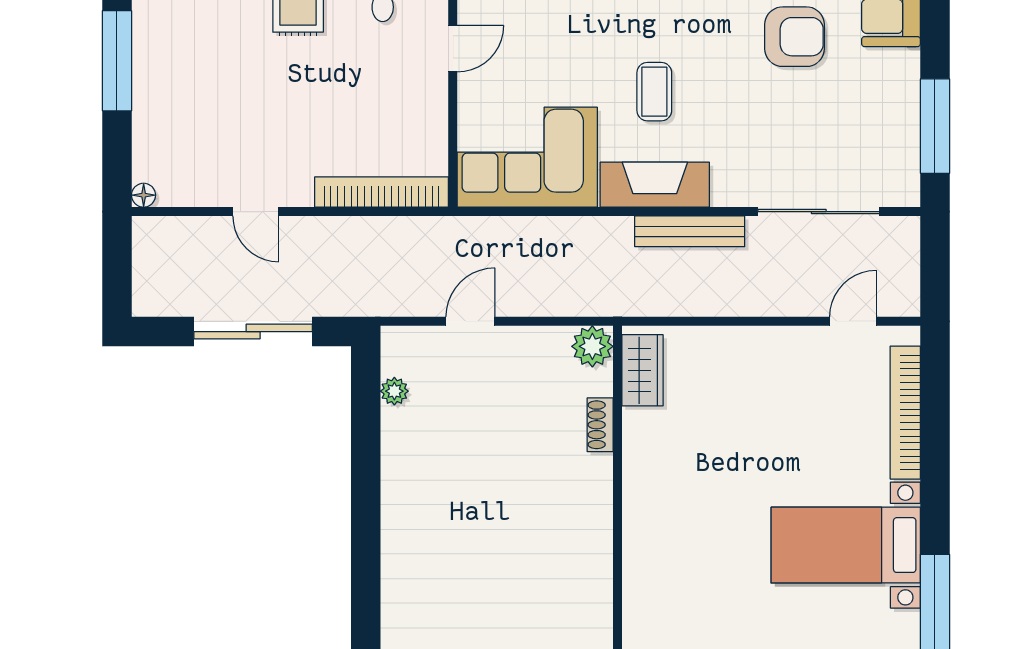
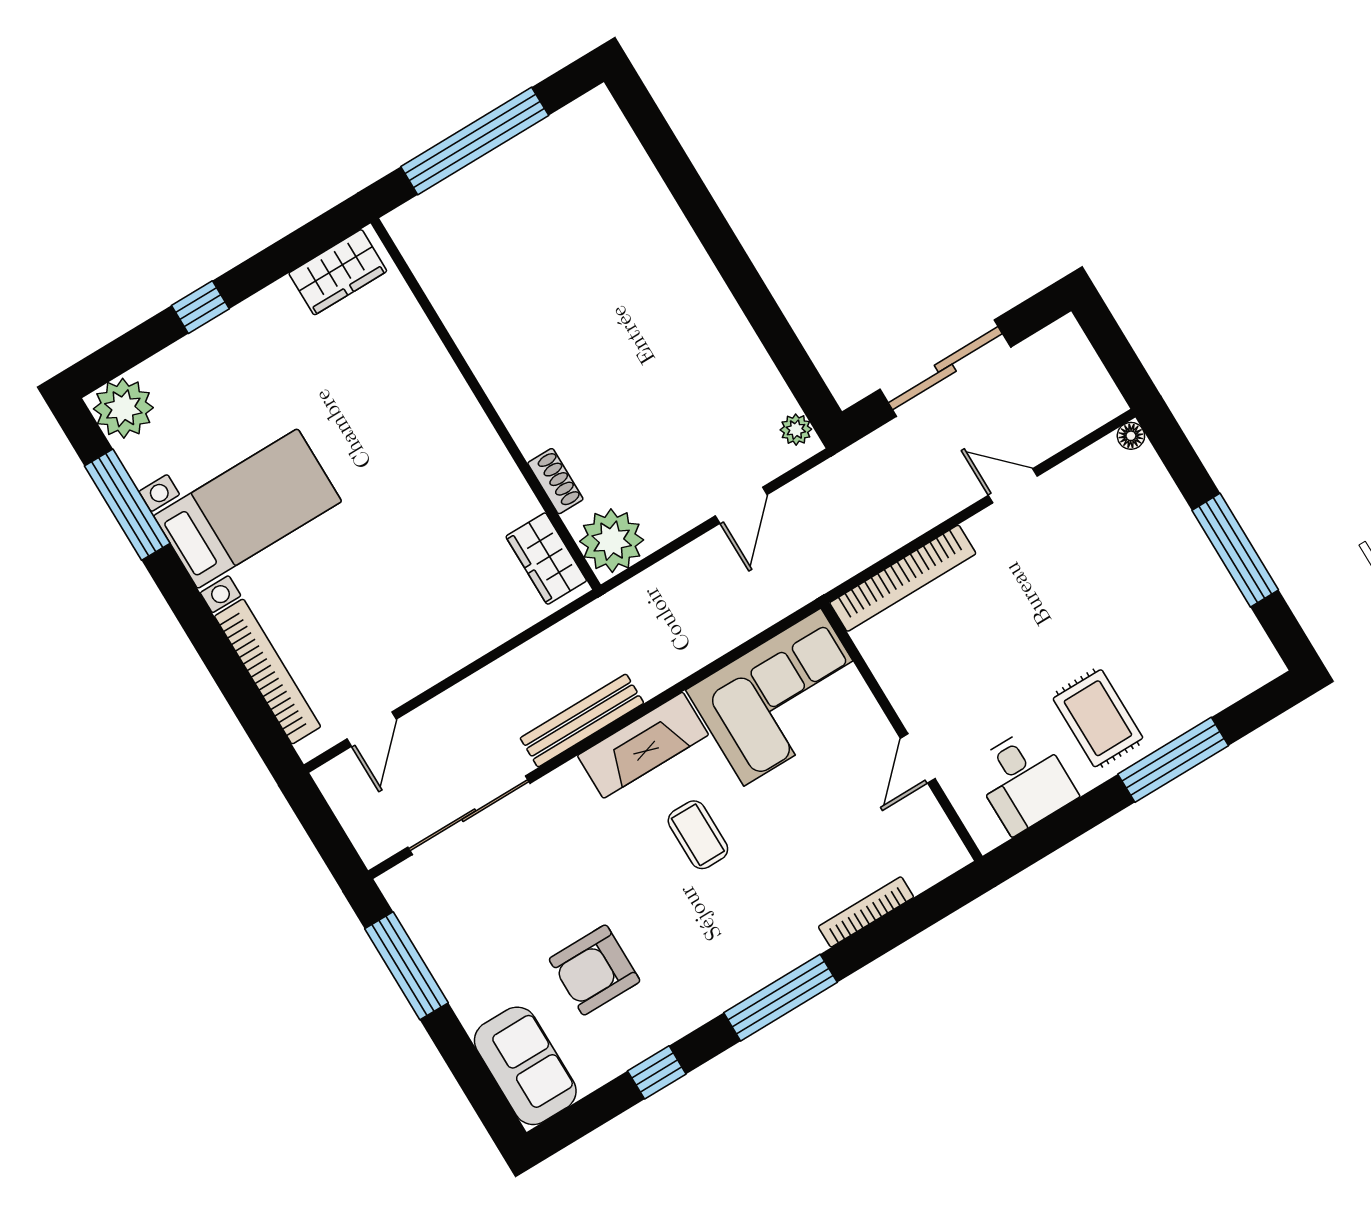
plant: (592, 346) -> (612, 541), width x1.36, depth x1.36
plant: (394, 391) -> (796, 430), moved

